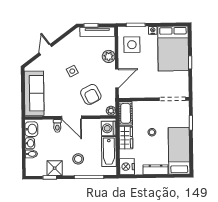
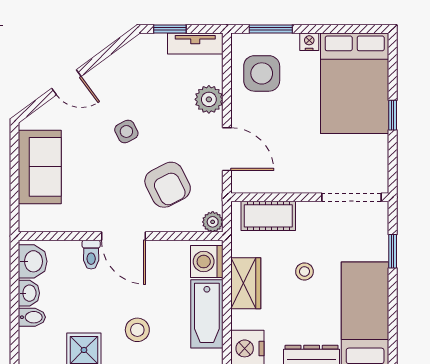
tv unit: (97, 32) -> (195, 43), width x0.71
door: (45, 50) -> (66, 82), swing flipped
door: (117, 78) -> (227, 149), hinge flipped
sofa: (34, 93) -> (40, 167), width x0.73
cot: (126, 113) -> (268, 216), moved, turned 90

